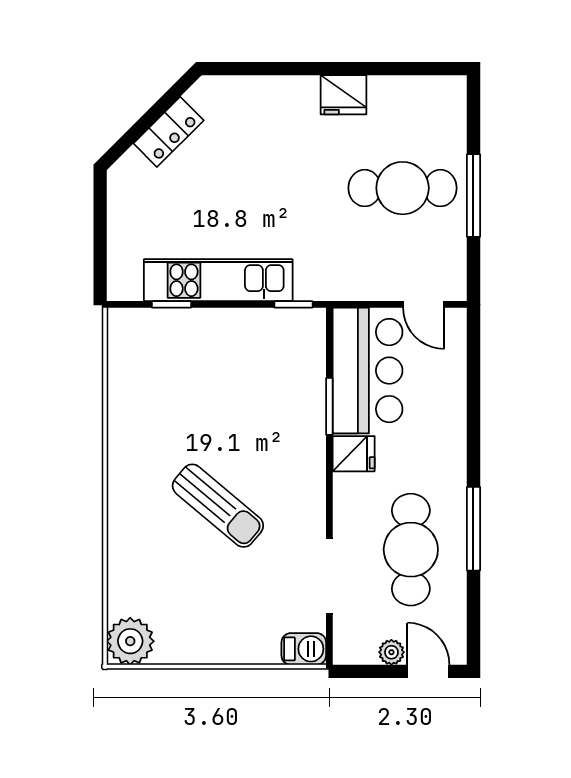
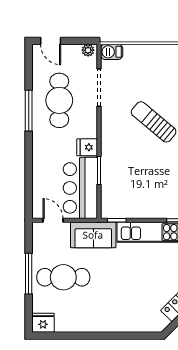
fridge: (343, 95) -> (43, 323), moved
sofa: (341, 275) -> (93, 235), added
plant: (391, 652) -> (88, 50), moved

